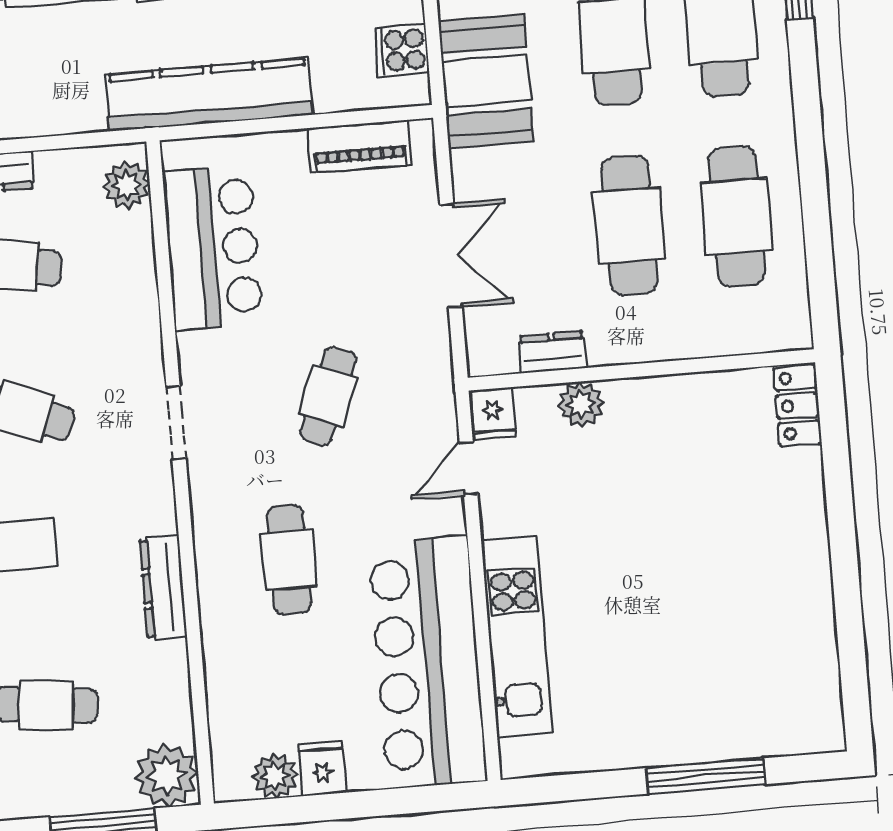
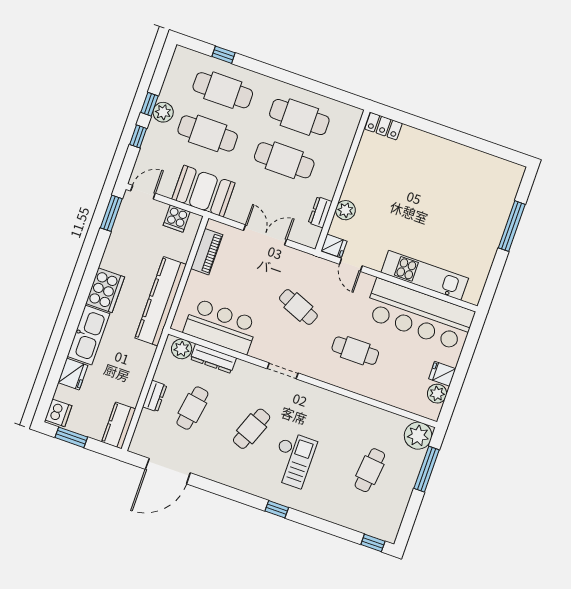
dresser: (163, 587) -> (213, 358), moved

